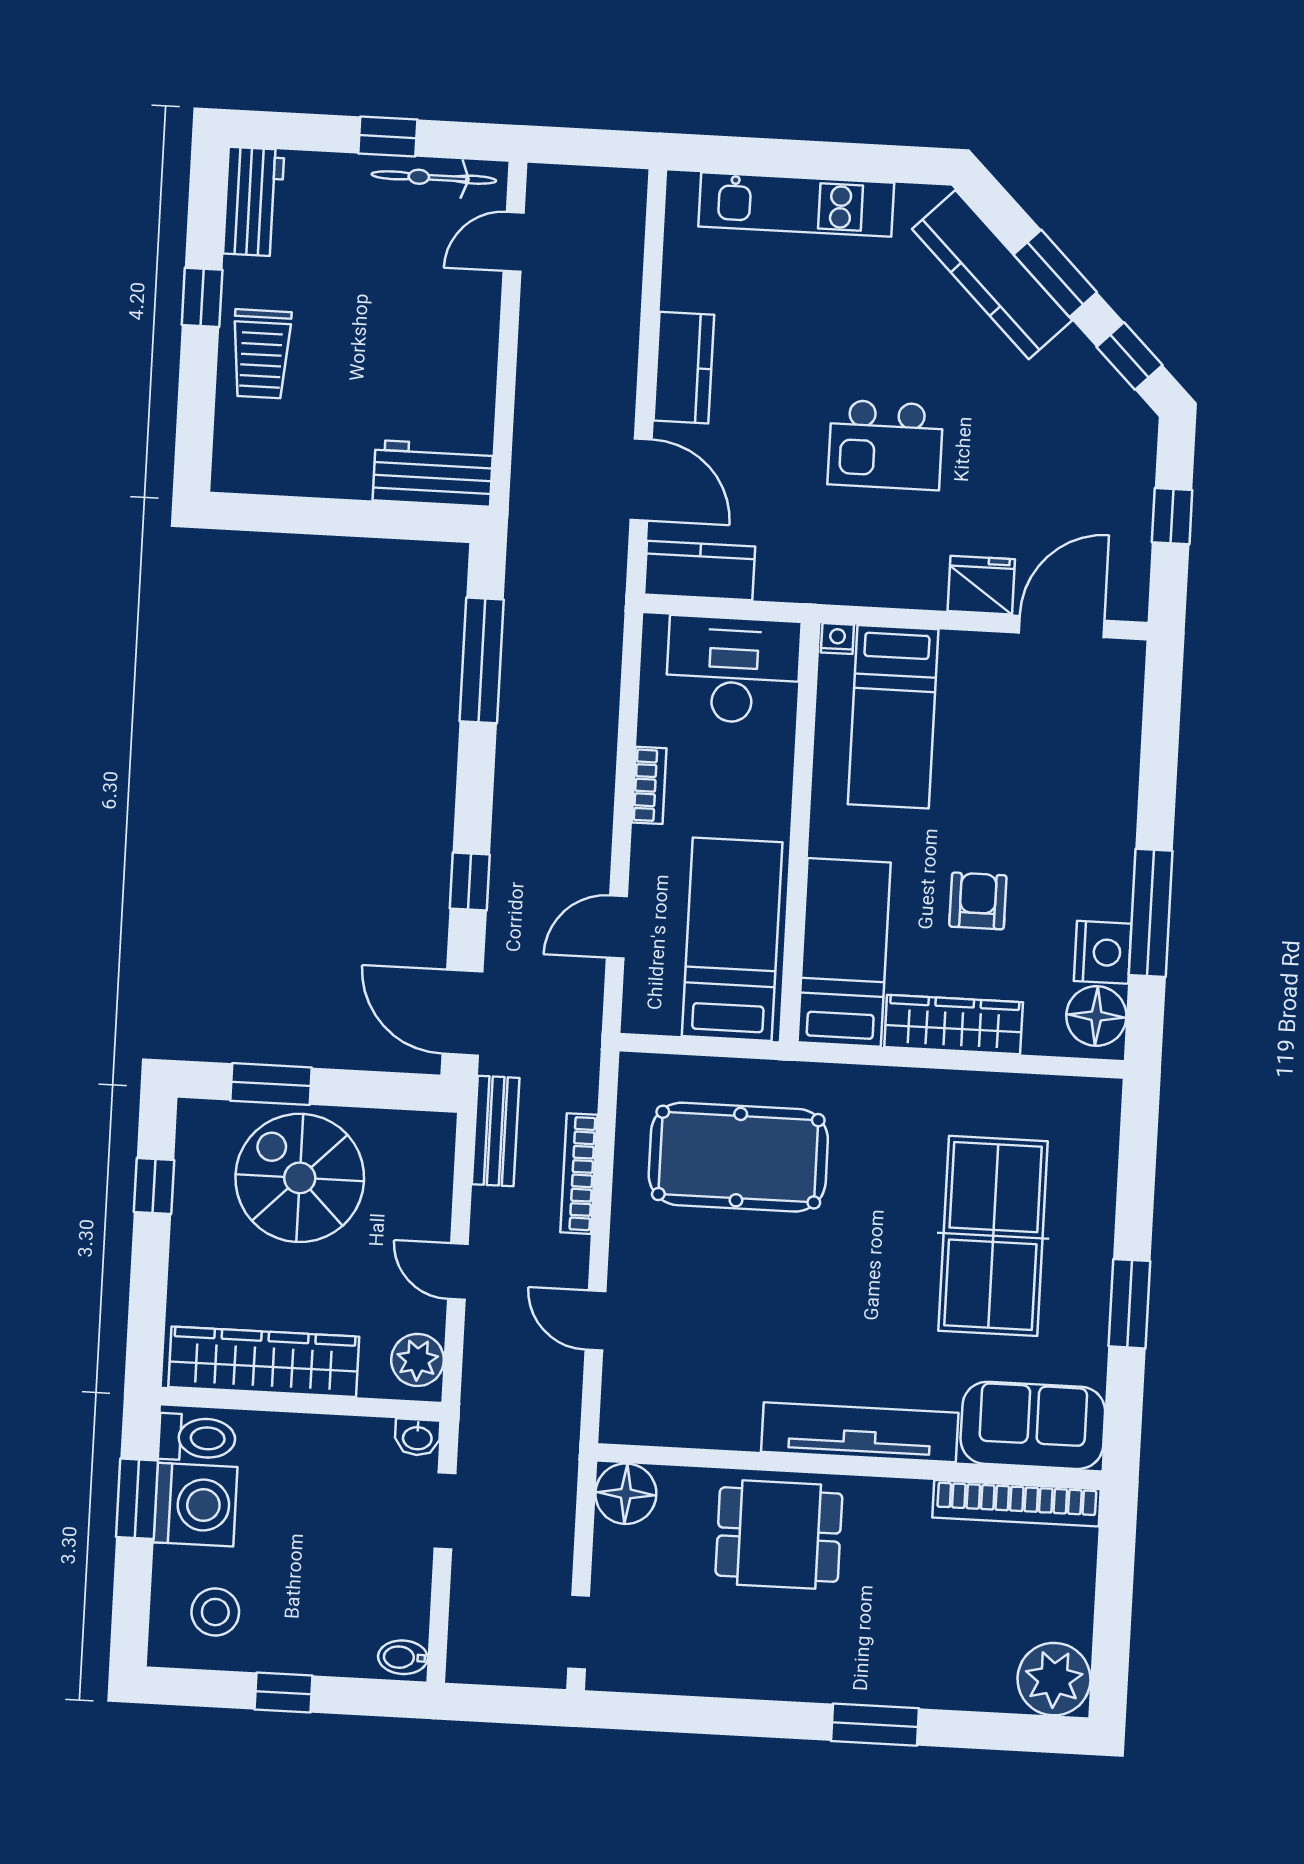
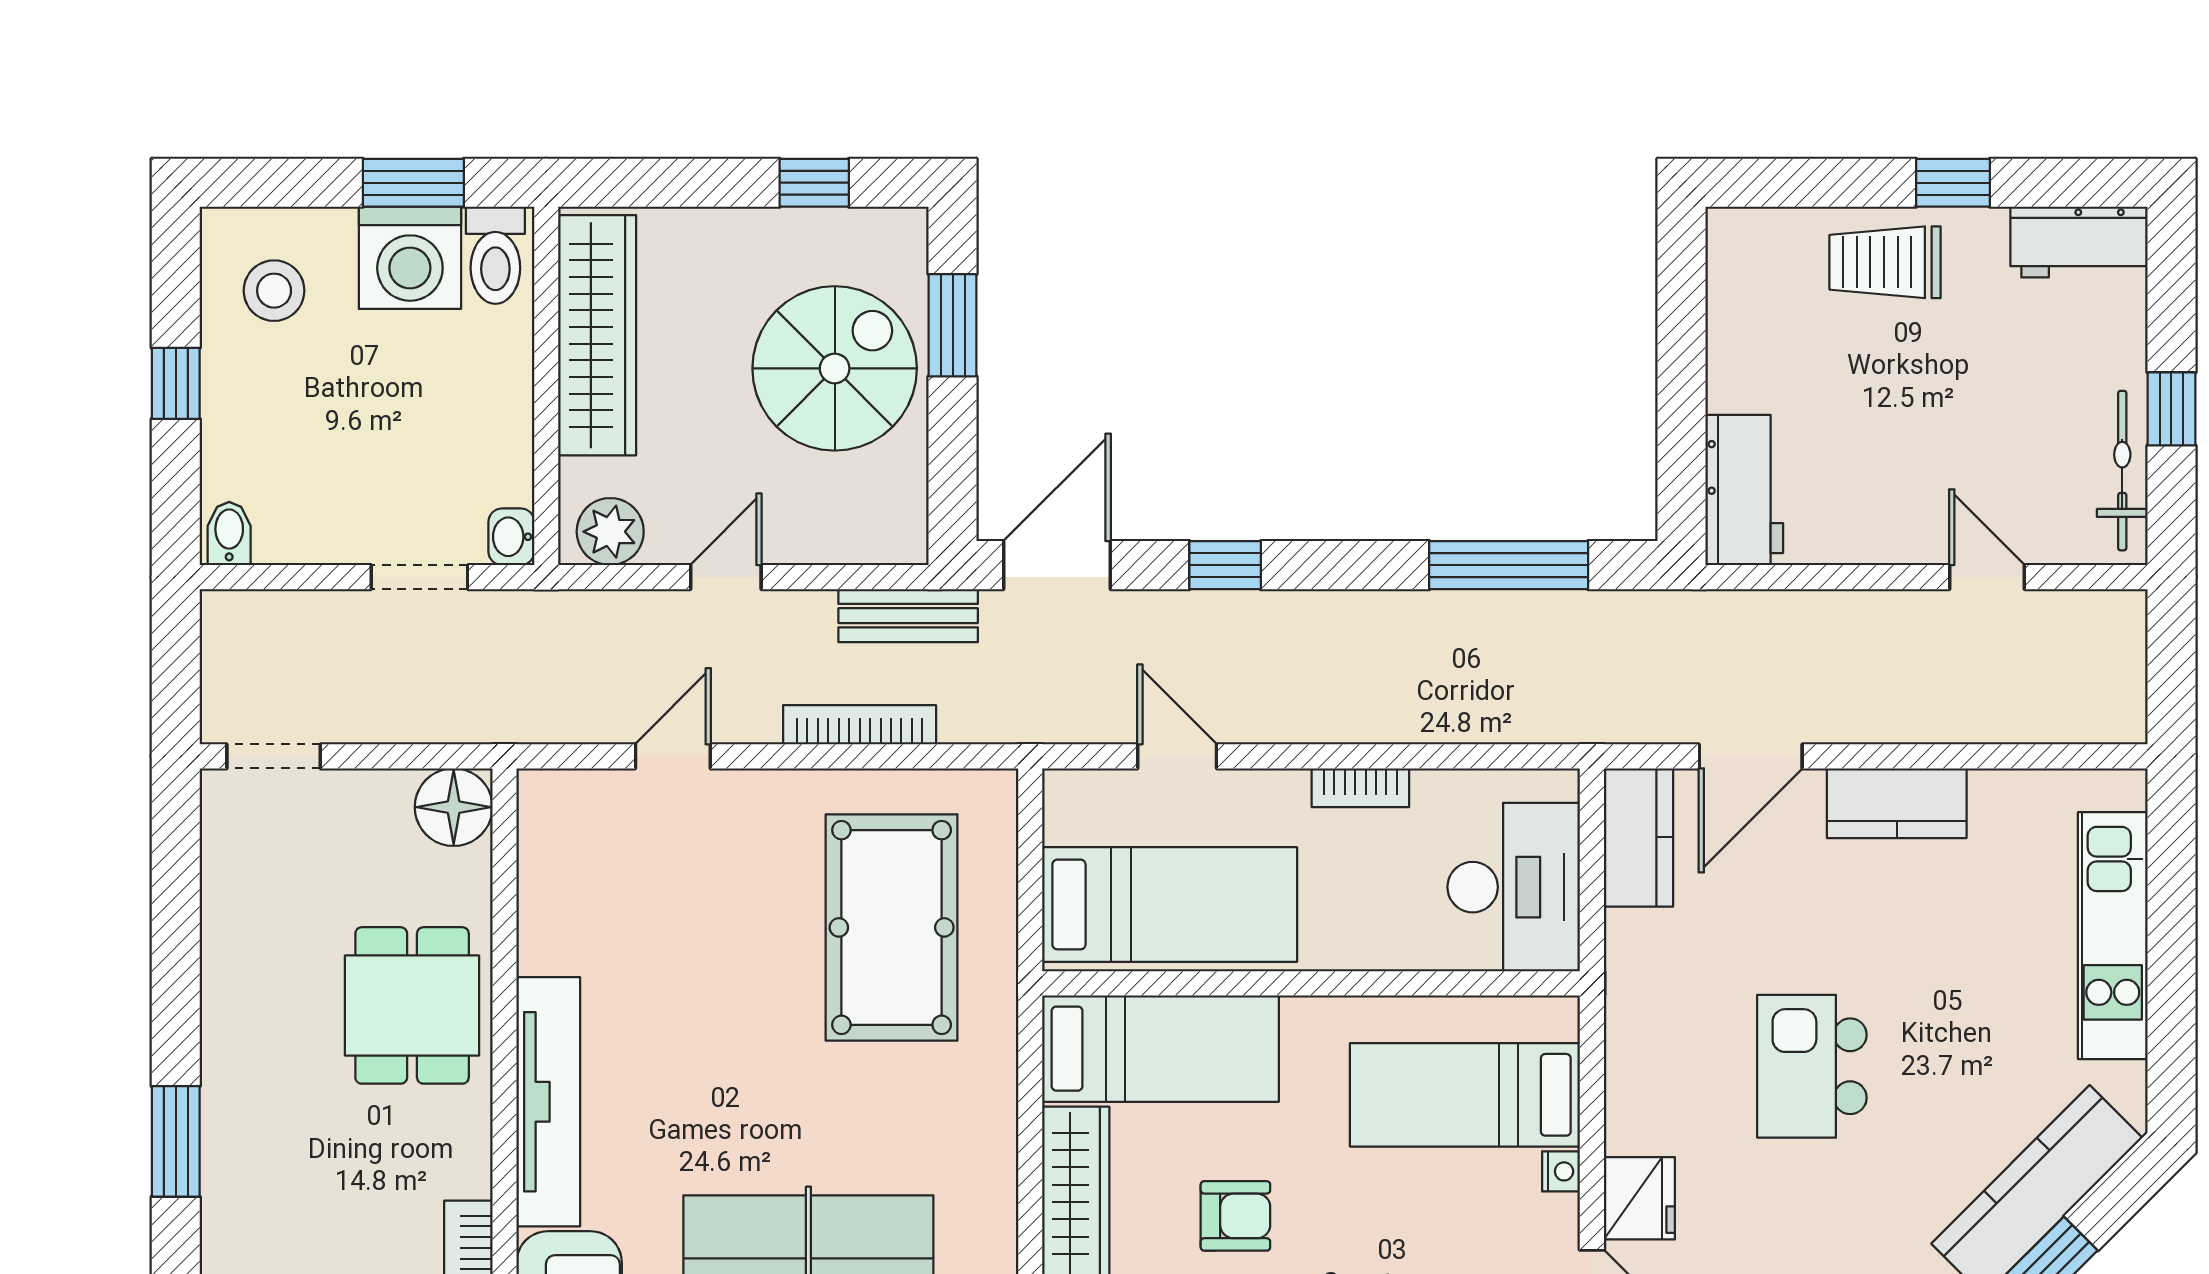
door: (514, 242) -> (1987, 577), moved
nightstand: (837, 639) -> (1561, 1171), moved

